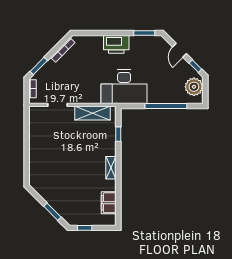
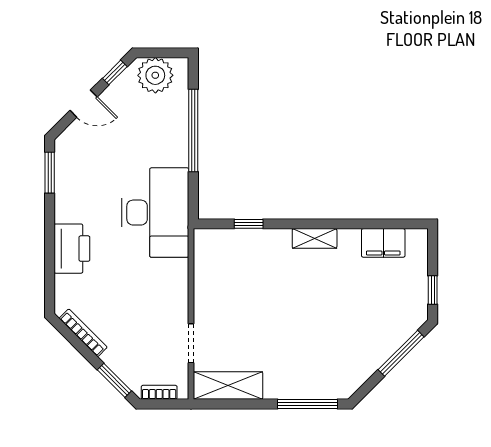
printer: (116, 44) -> (72, 249), moved
shelving: (93, 113) -> (228, 386), moved, turned 90
window: (27, 164) -> (308, 404), added
window: (52, 212) -> (401, 353), width x1.44

